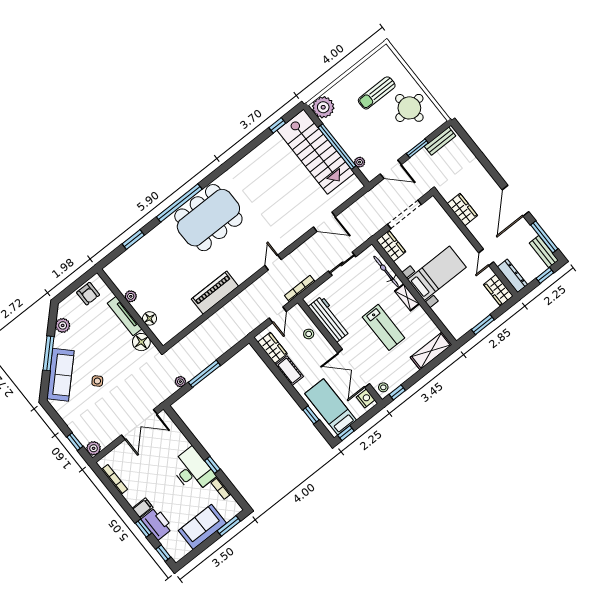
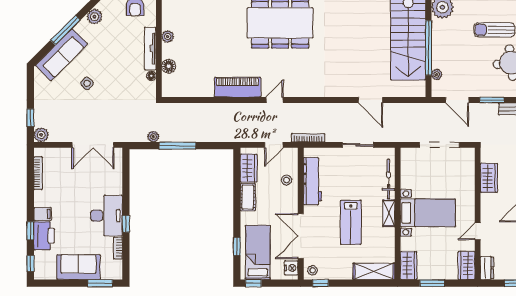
wardrobe: (391, 246) -> (409, 266), moved
door: (273, 262) -> (275, 100), moved
dresser: (512, 276) -> (487, 268), width x0.70
floor lamp: (141, 342) -> (151, 76), width x0.53, depth x0.53

